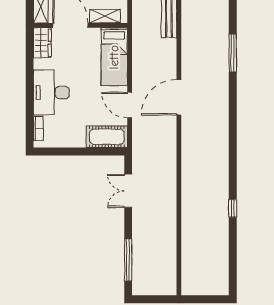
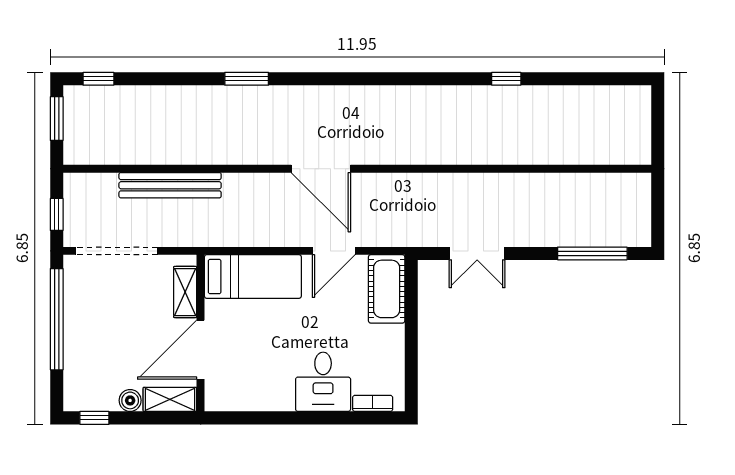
wardrobe: (42, 43) -> (230, 397), removed
window: (233, 53) -> (247, 79), width x0.69
desk: (51, 93) -> (323, 382), width x0.73

